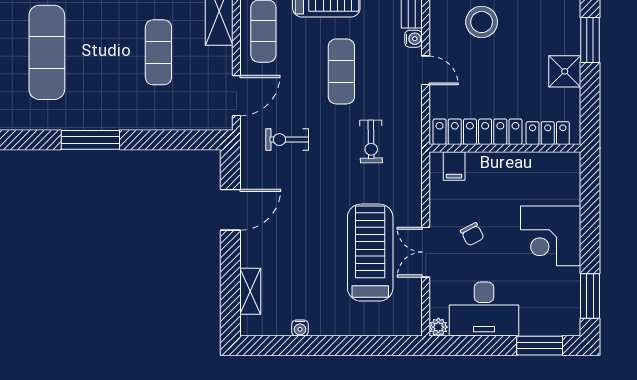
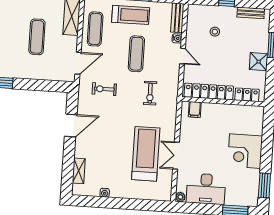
stool: (482, 22) -> (215, 32), width x0.53, depth x0.53
chair: (472, 234) -> (202, 147), removed

